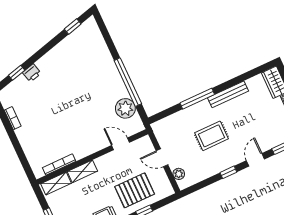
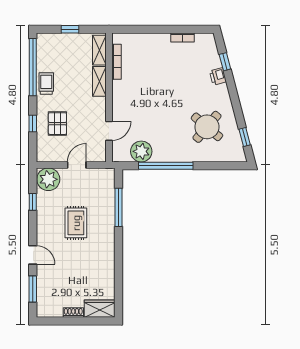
round table: (79, 62) -> (207, 127), added
bench: (228, 94) -> (109, 258), removed
window: (197, 99) -> (118, 207), moved
window: (228, 172) -> (33, 202), moved
plant: (179, 174) -> (48, 179), width x1.87, depth x1.87
pallet: (135, 190) -> (57, 124), width x0.67, depth x0.71

